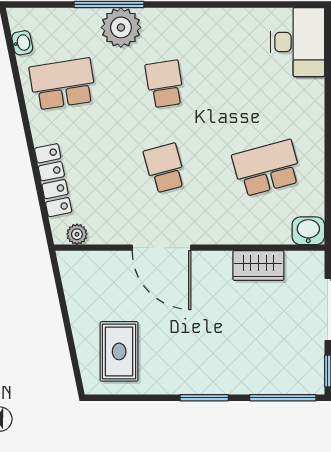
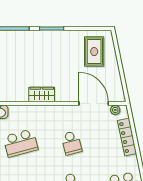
door: (162, 248) -> (94, 103), moved
wardrobe: (258, 266) -> (42, 94), moved

